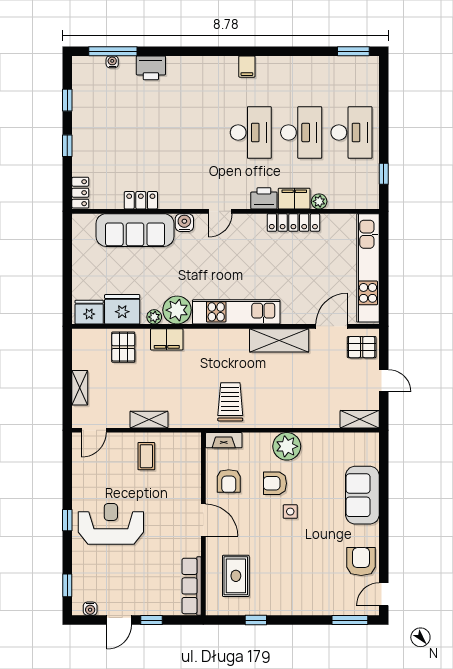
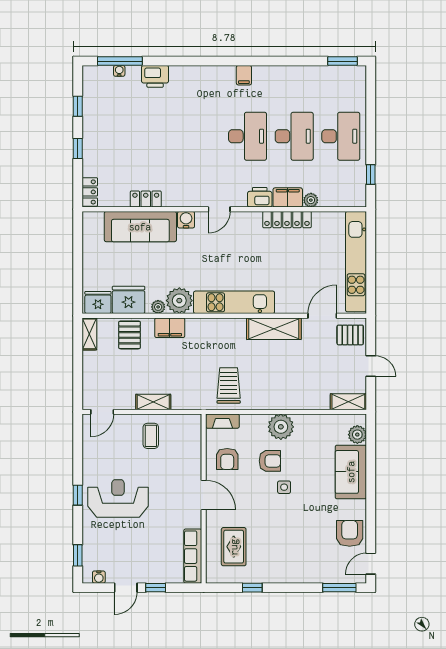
shelving: (80, 388) -> (89, 334), moved
plant: (369, 455) -> (357, 435), added
armchair: (275, 483) -> (270, 461), turned 180

